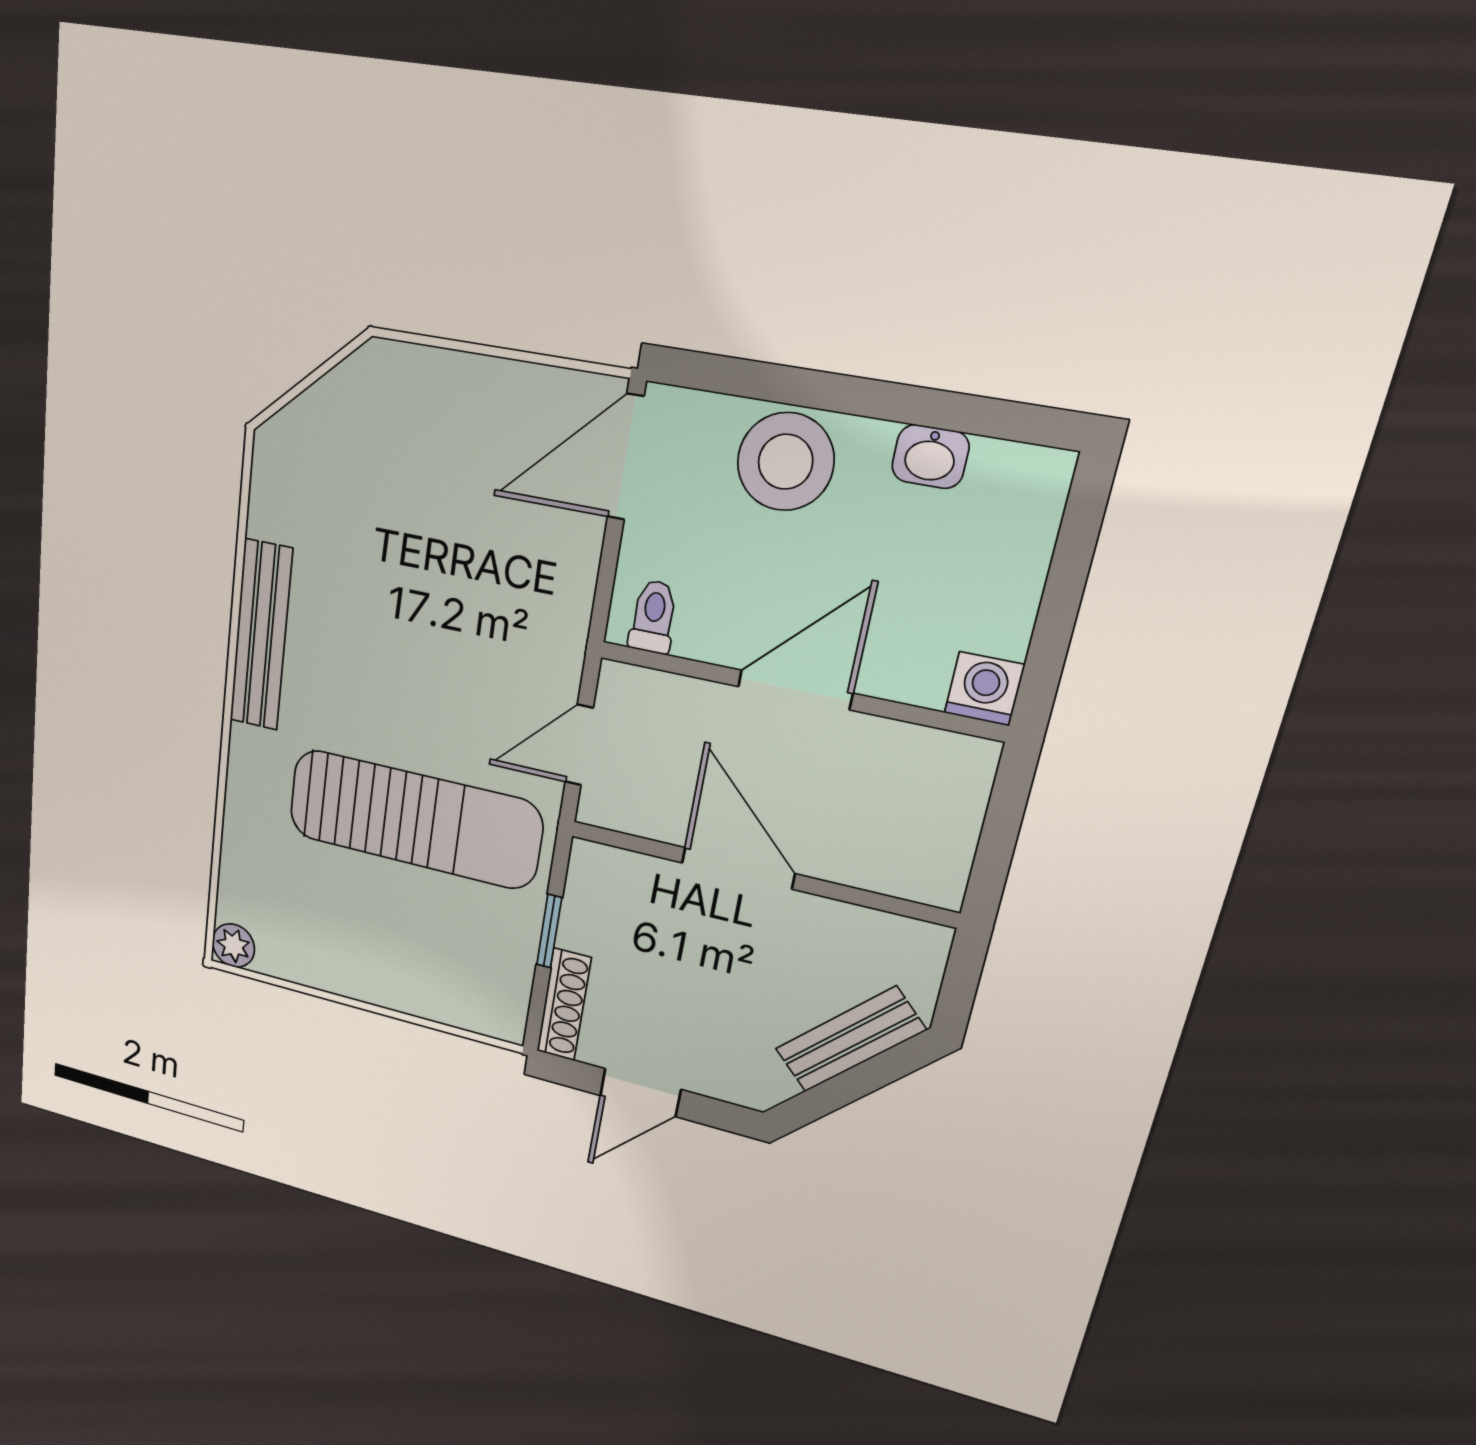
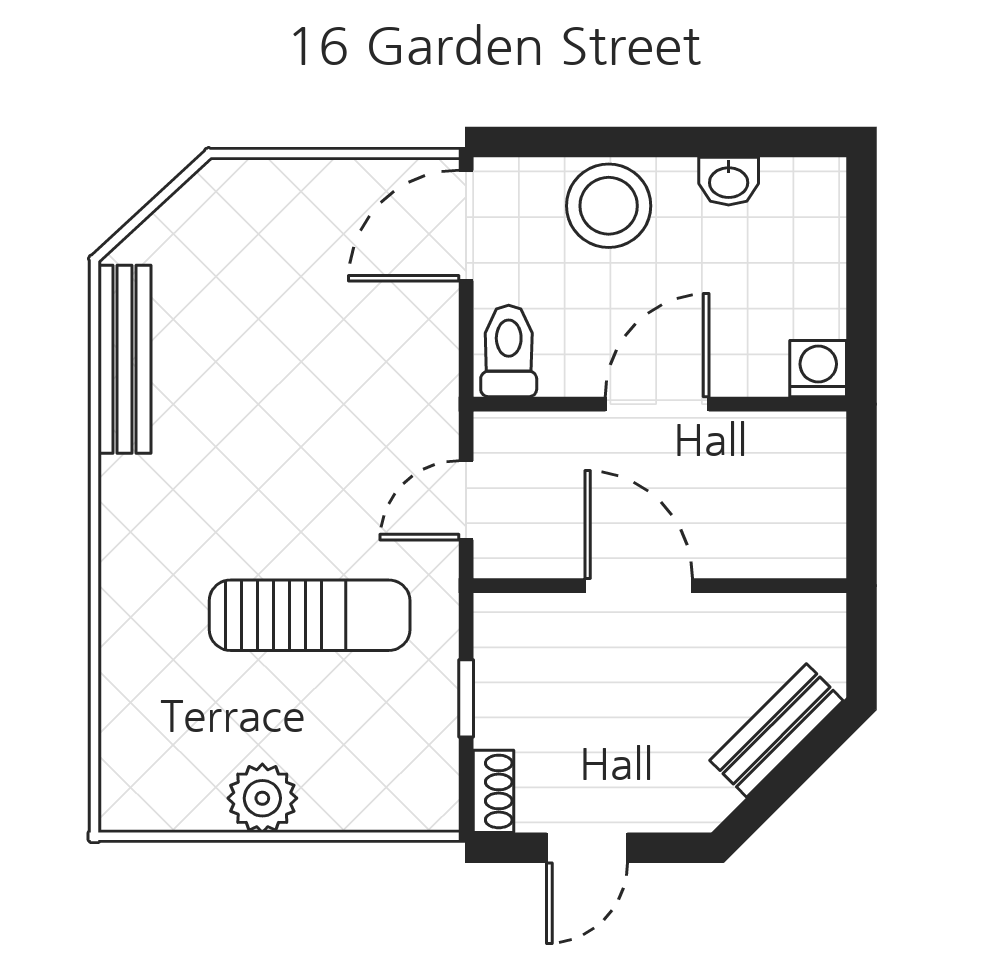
toilet: (653, 617) -> (509, 351), width x1.37, depth x1.39
bench: (261, 636) -> (124, 359), moved
sun lounger: (414, 819) -> (310, 615), width x0.73, depth x0.75
plant: (233, 945) -> (262, 798), moved, width x1.38, depth x1.38
shoe rack: (564, 1005) -> (494, 791), width x0.70

